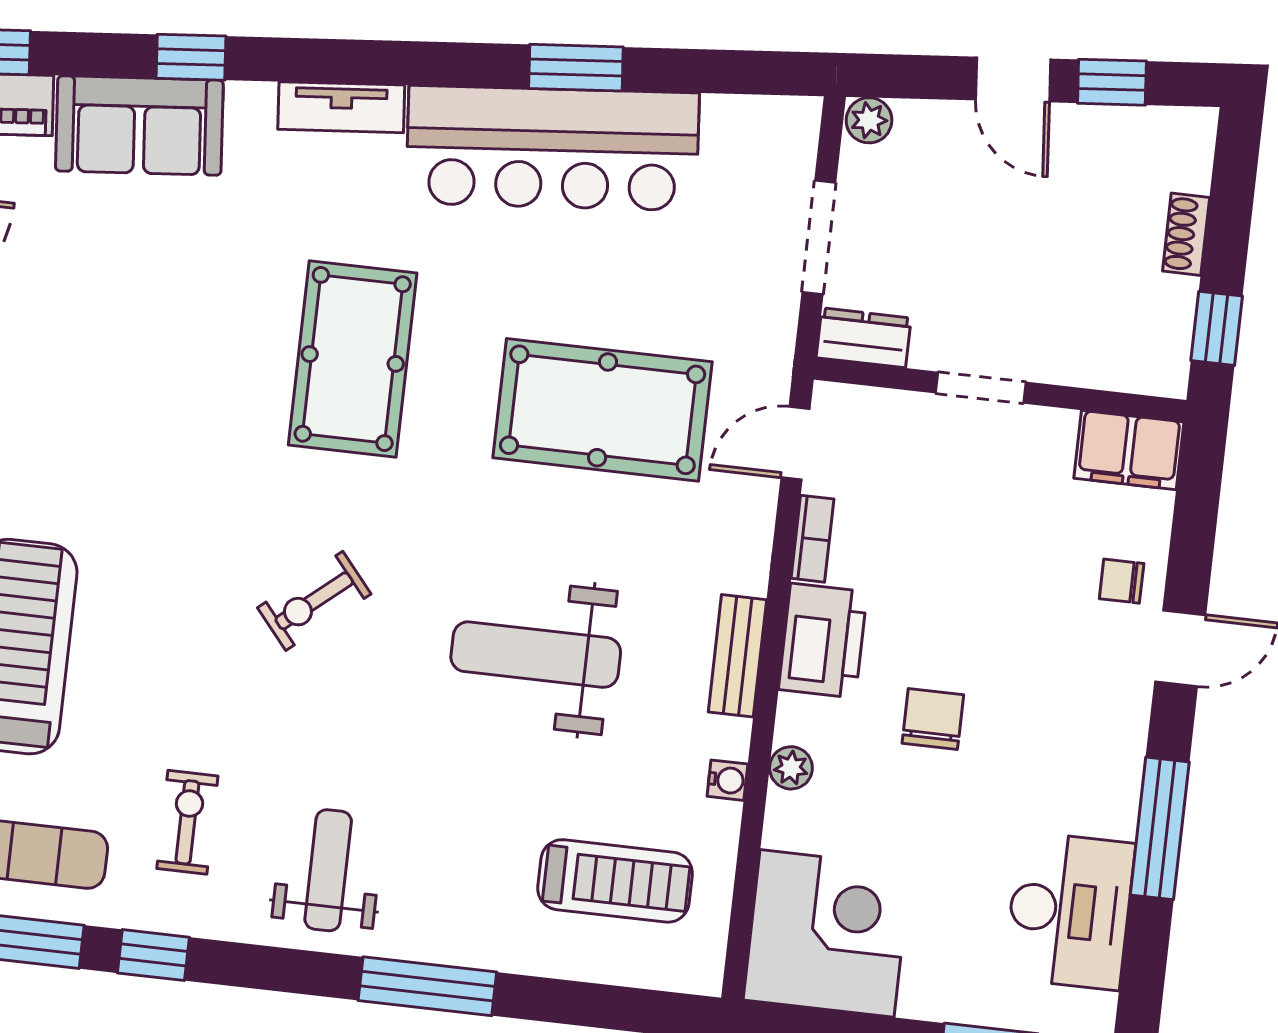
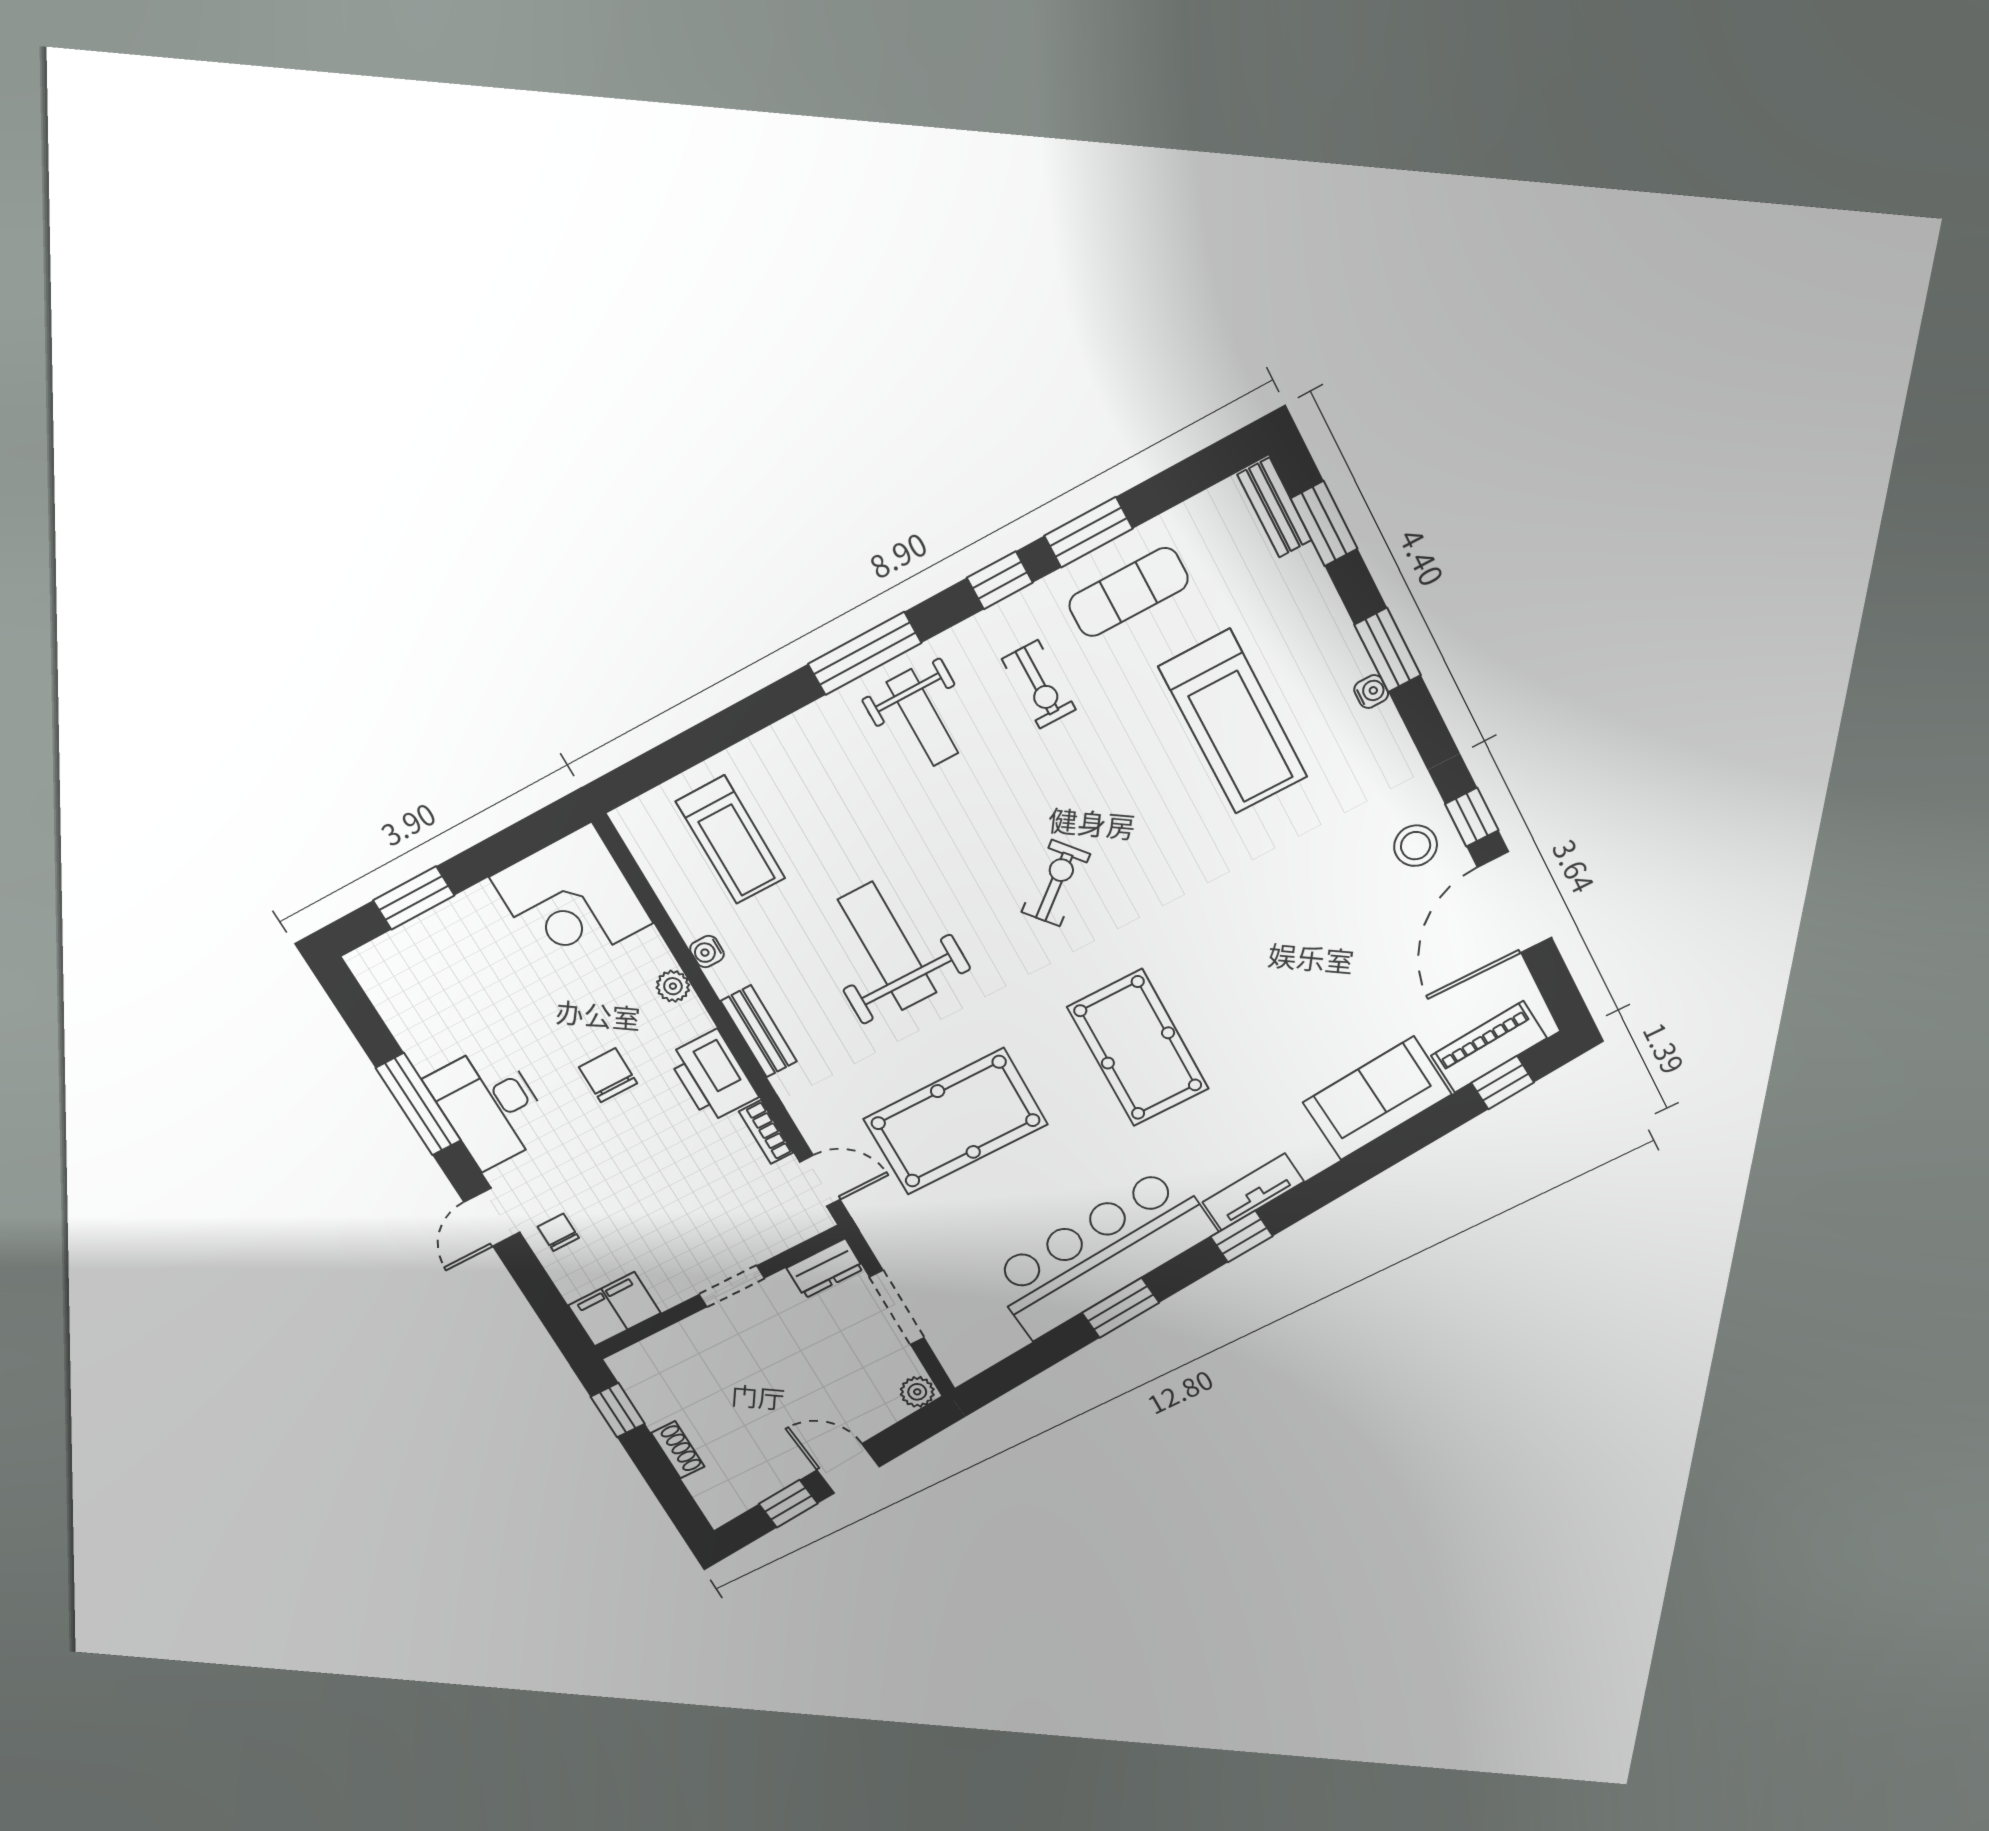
window: (191, 57) -> (1242, 1237), moved
door: (795, 443) -> (820, 1181), hinge flipped
chair: (1122, 581) -> (558, 1232), turned -90
weight bench: (536, 655) -> (887, 946), turned -90
chair: (933, 719) -> (608, 1075), turned 180
treadmill: (615, 881) -> (731, 840), turned -90
desk: (1069, 911) -> (490, 1106), moved
window: (427, 986) -> (865, 653), moved

